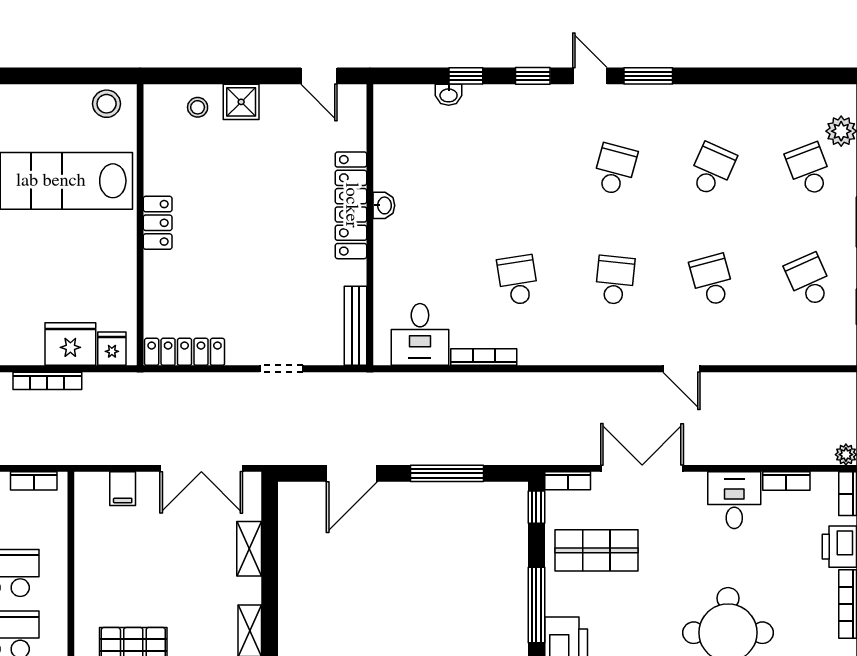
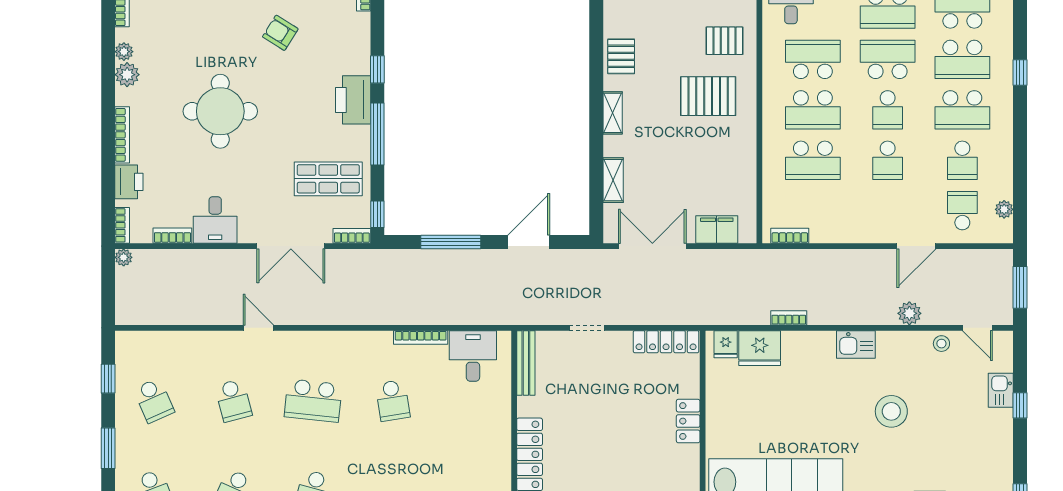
washbasin: (384, 205) -> (503, 462), removed
locker: (158, 223) -> (688, 421), moved
school desk: (615, 280) -> (313, 400), width x1.85
bookcase: (47, 381) -> (789, 318), width x0.64
filing cabinet: (123, 489) -> (717, 229), width x2.00

